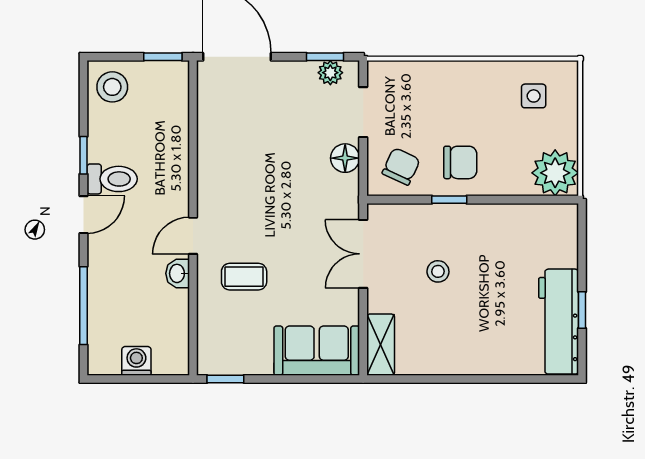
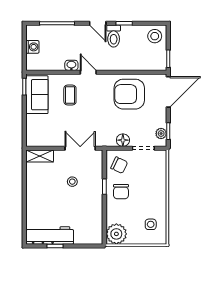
armchair: (242, 144) -> (129, 94), added
sofa: (317, 351) -> (37, 95), moved

